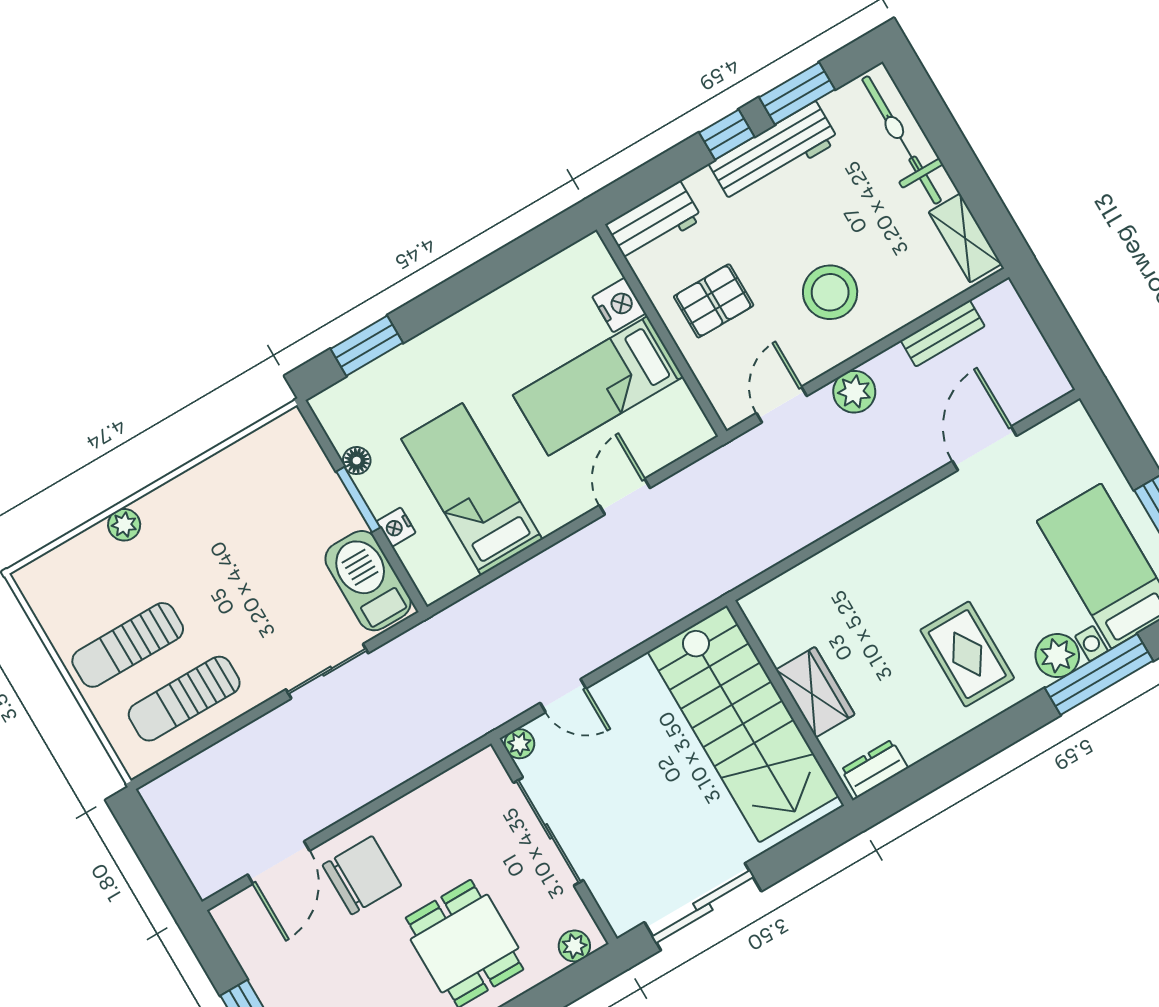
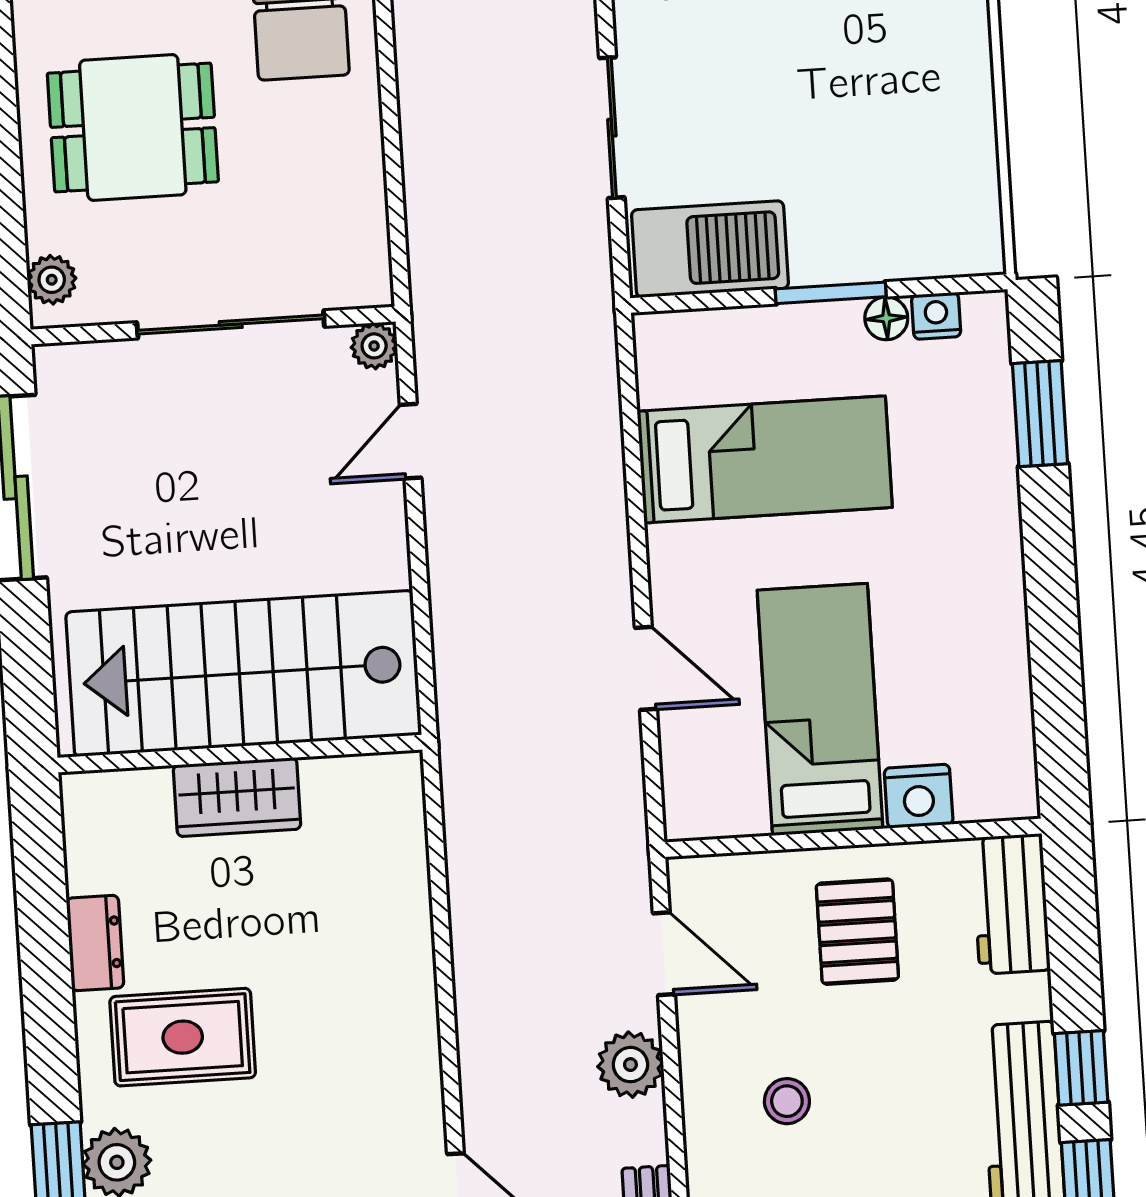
stool: (830, 292) -> (787, 1101), width x0.53, depth x0.53
nightstand: (396, 527) -> (936, 316), moved
dresser: (875, 769) -> (95, 943), moved

